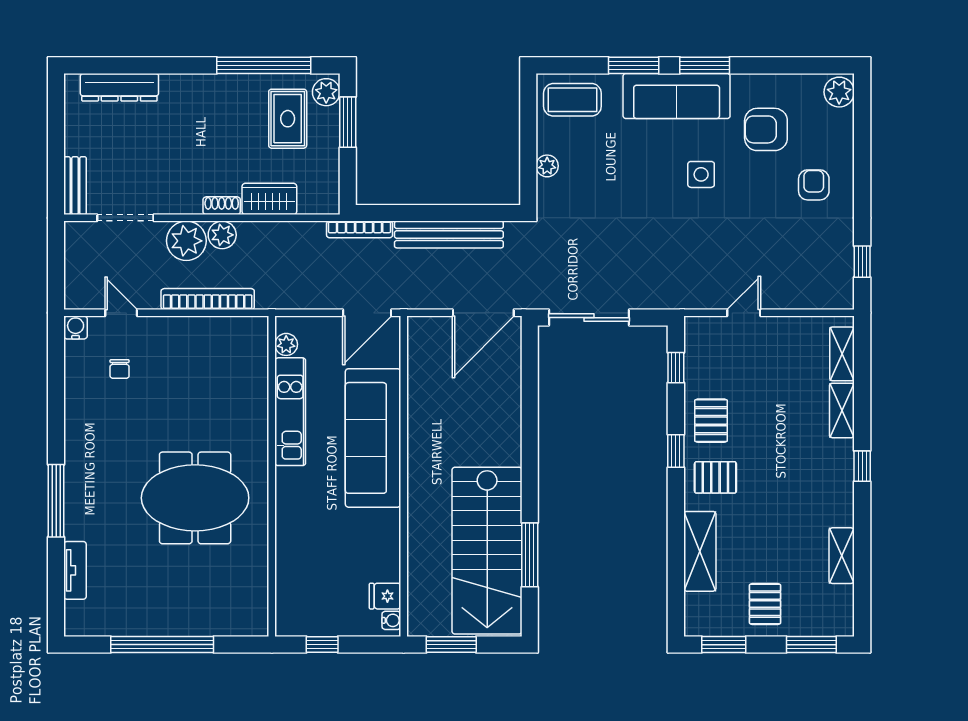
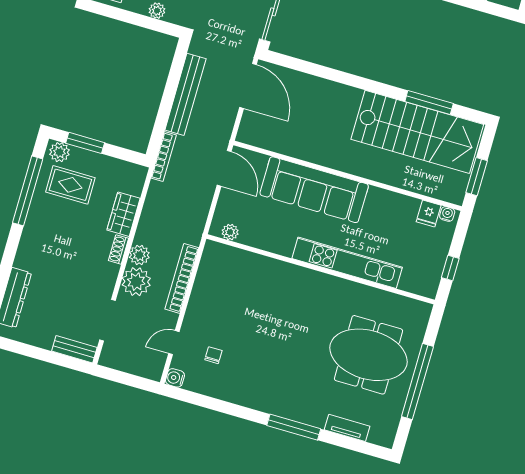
chair: (120, 369) -> (213, 355), turned -90
kitchen unit: (290, 412) -> (347, 263), moved, width x1.36
meeting table: (195, 498) -> (368, 355), moved, turned 90

